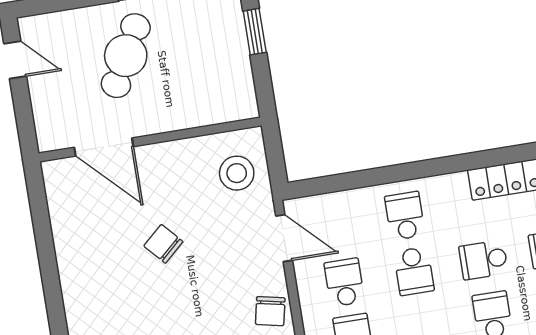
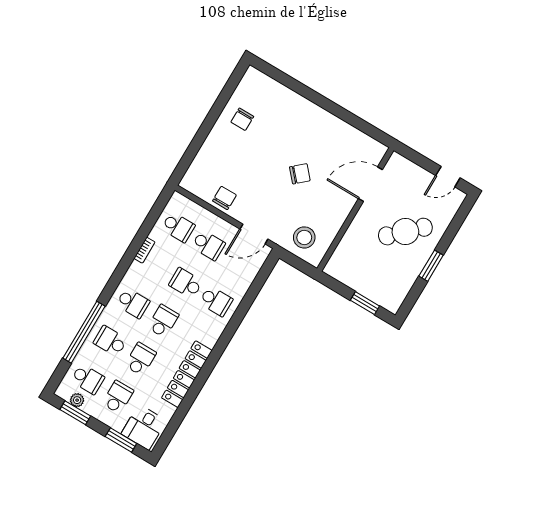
cafe table: (126, 56) -> (405, 232), turned -72
chair: (270, 311) -> (224, 198), turned 78

